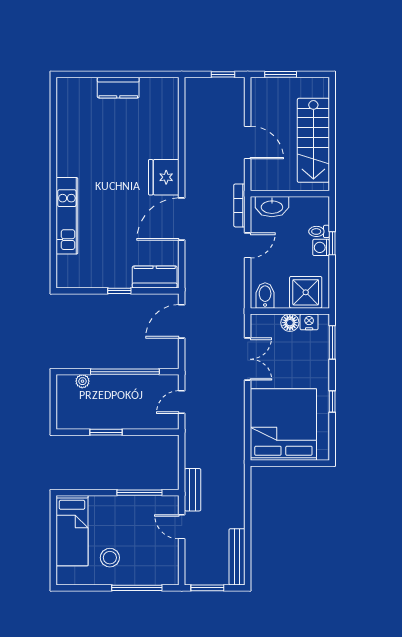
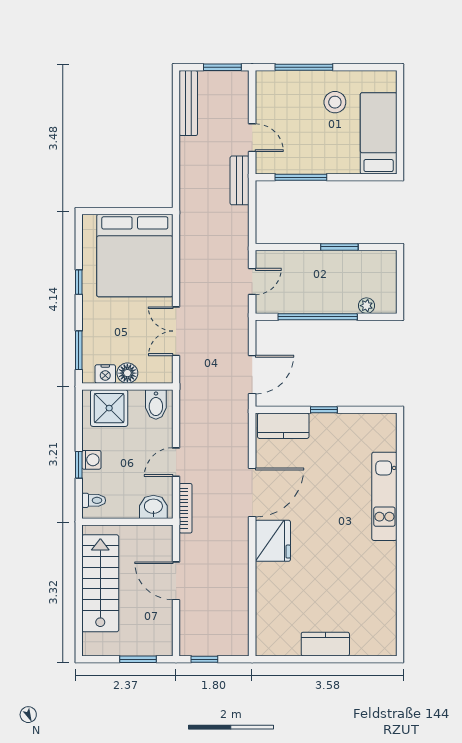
washbasin: (272, 207) -> (153, 507), width x0.72
toilet: (319, 231) -> (94, 500), moved

